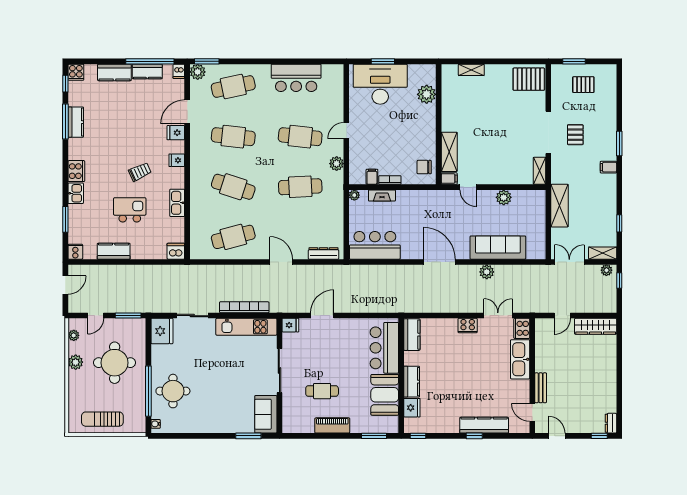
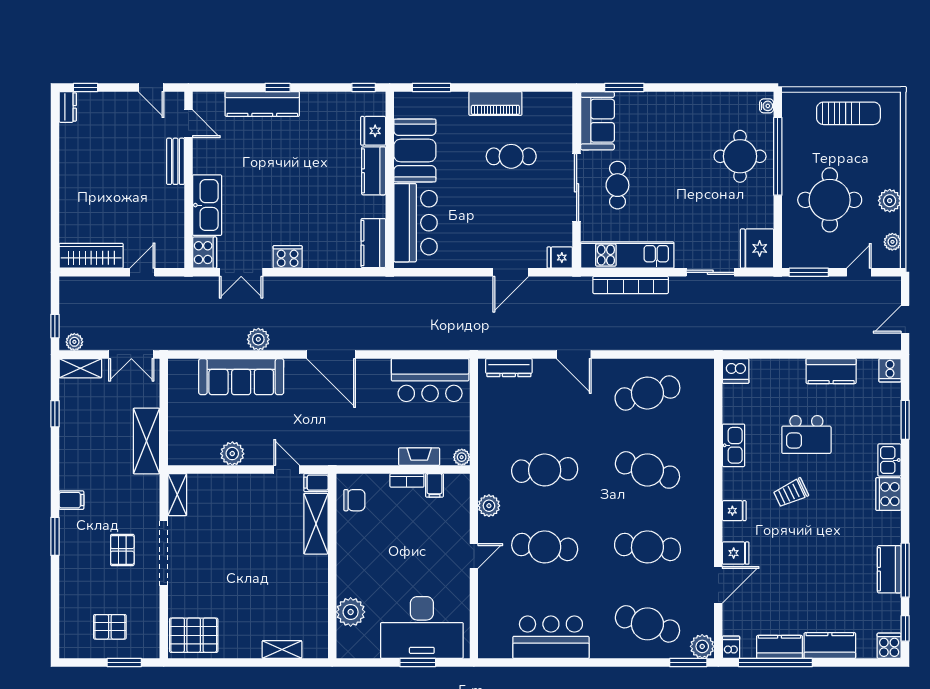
cafe table: (233, 87) -> (647, 624), turned 30
cafe table: (253, 372) -> (617, 185), added

